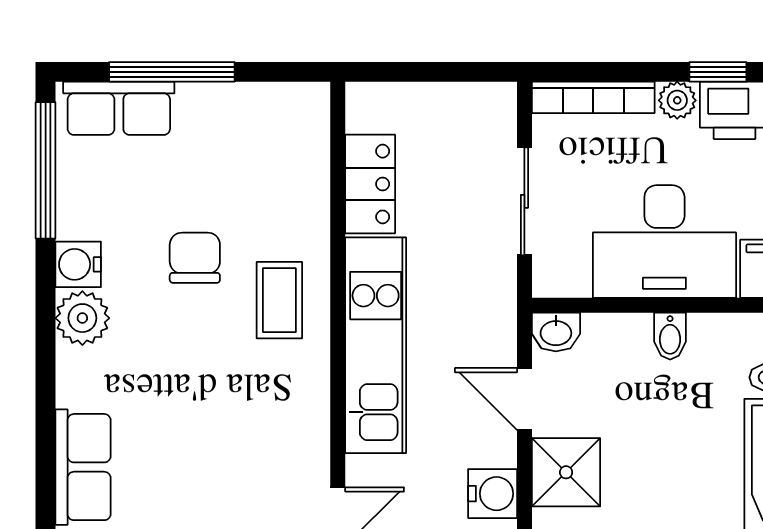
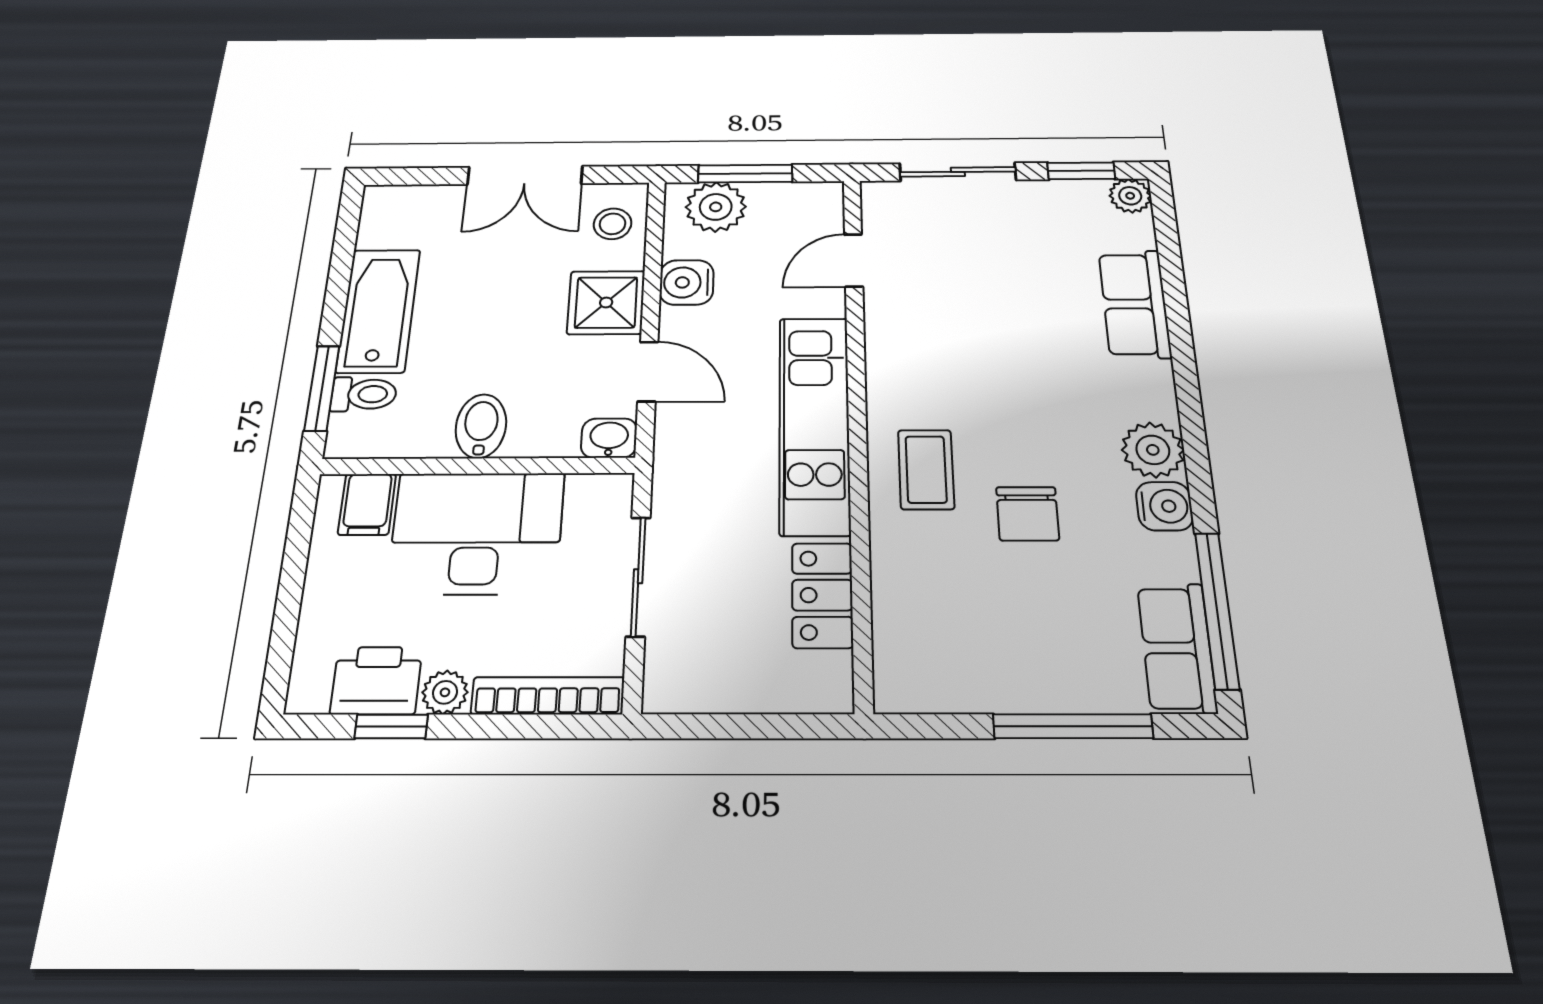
row of seats: (119, 108) -> (1177, 648), moved, turned -90
bidet: (670, 336) -> (481, 426), width x1.38, depth x1.36

